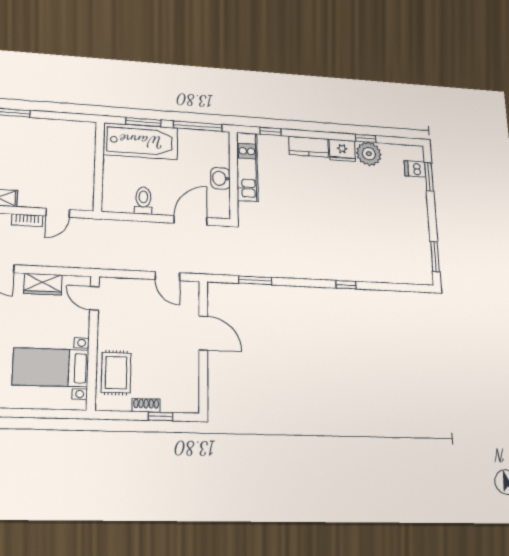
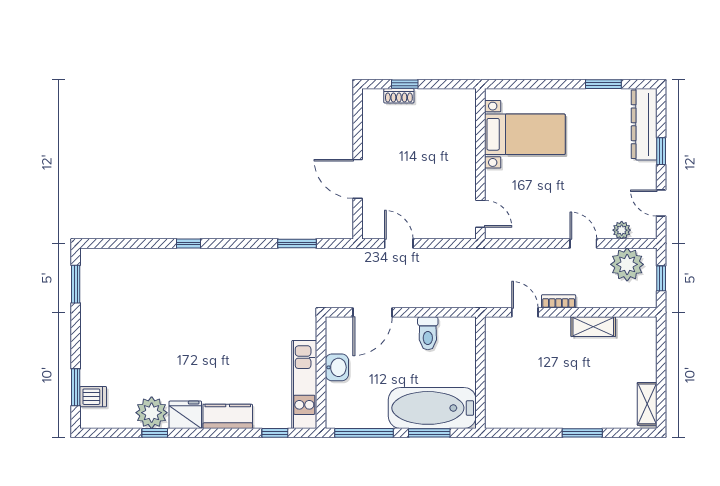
door: (58, 213) -> (525, 312), hinge flipped
wardrobe: (43, 284) -> (538, 227), removed
rug: (116, 373) -> (454, 131), removed
shoe rack: (146, 405) -> (399, 96), moved

